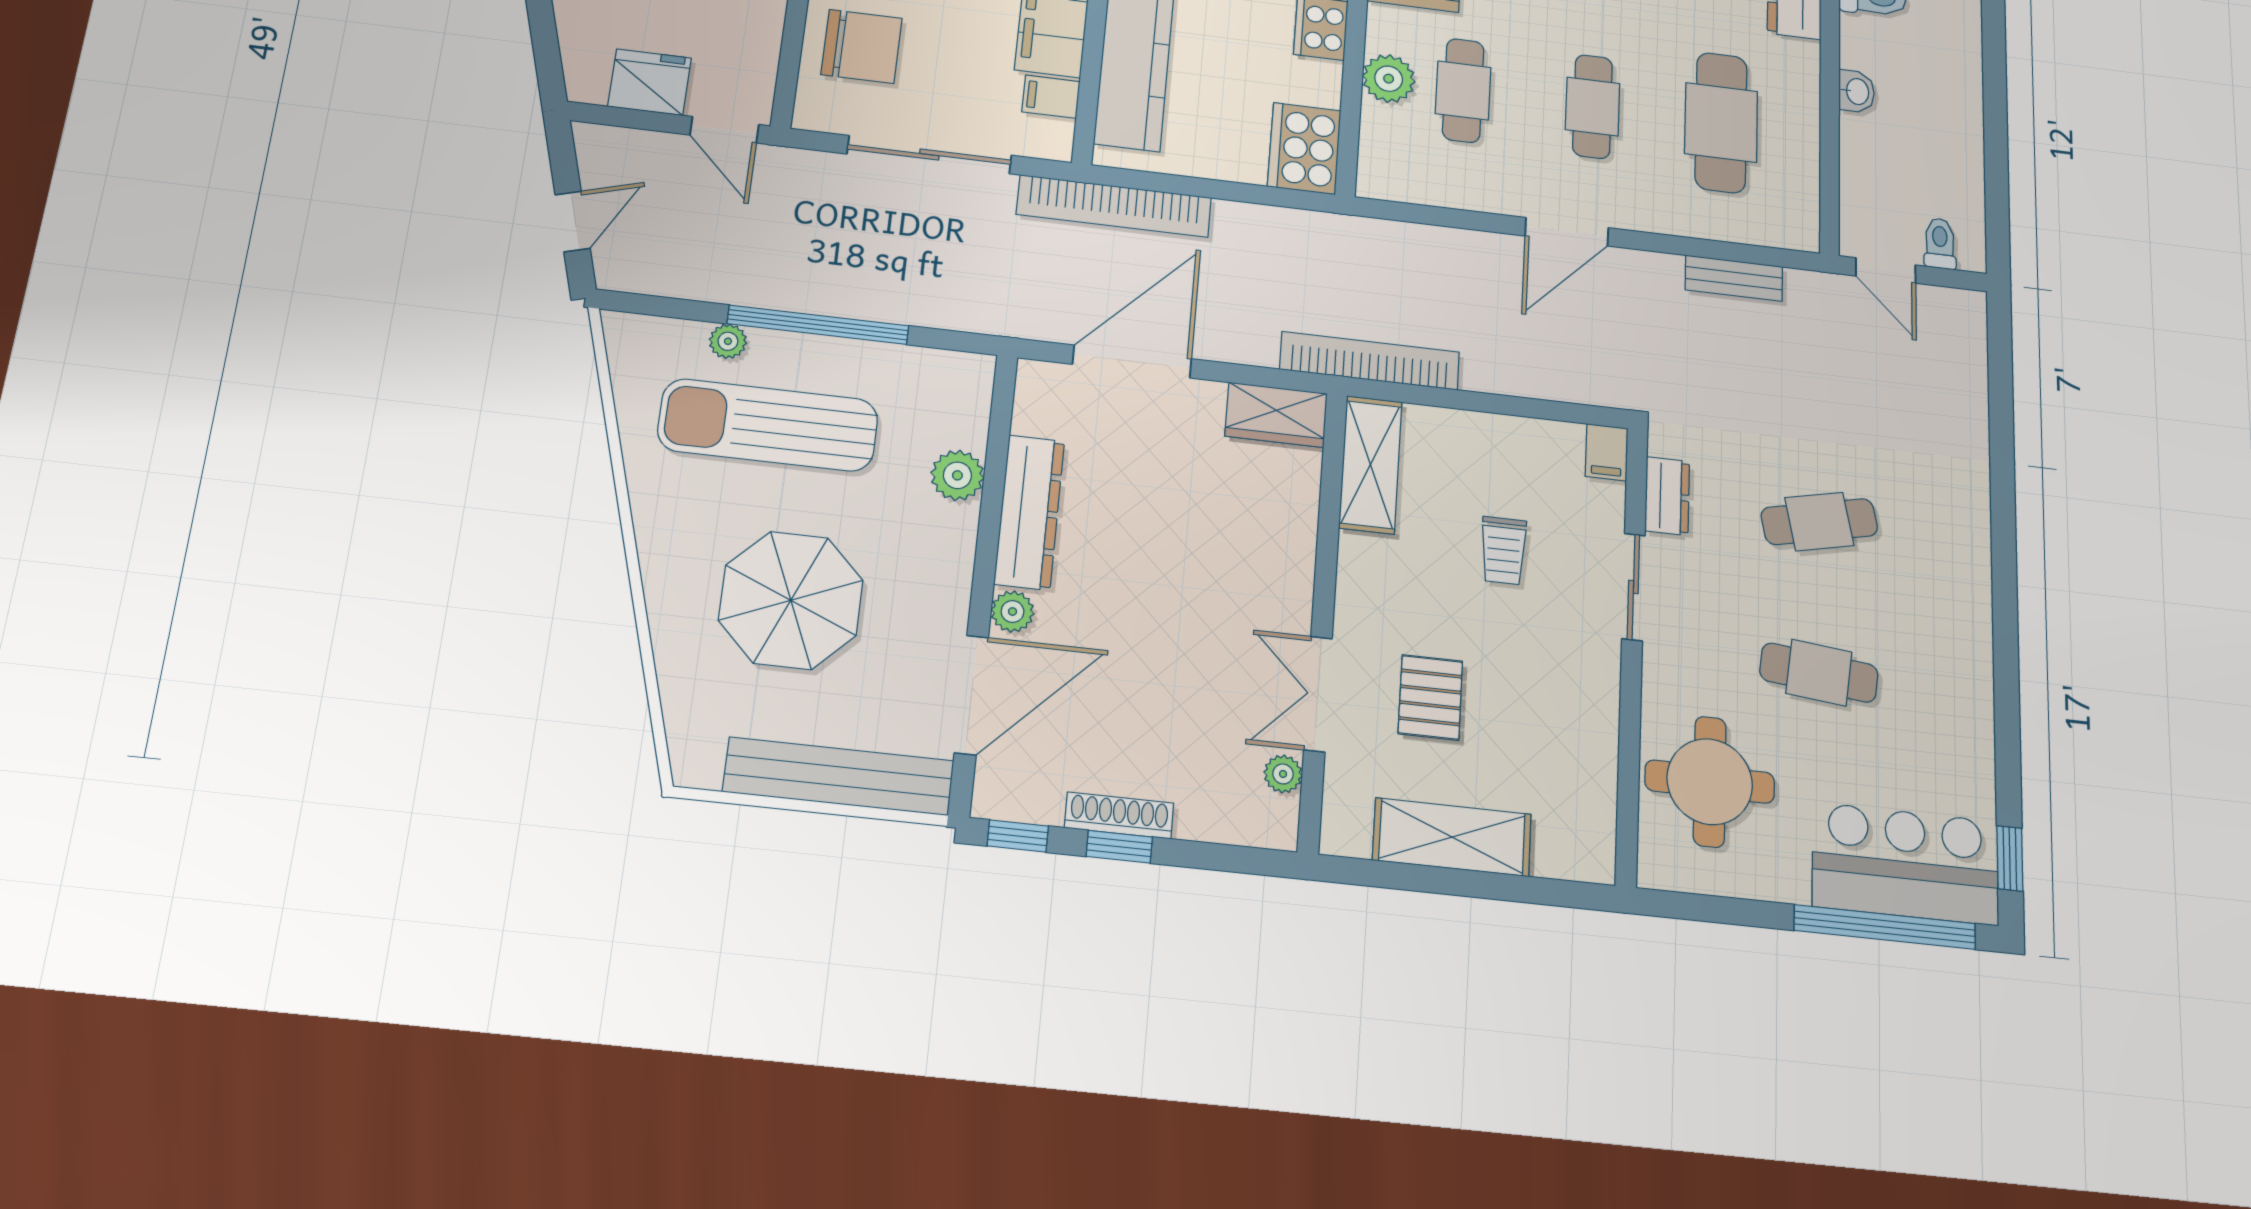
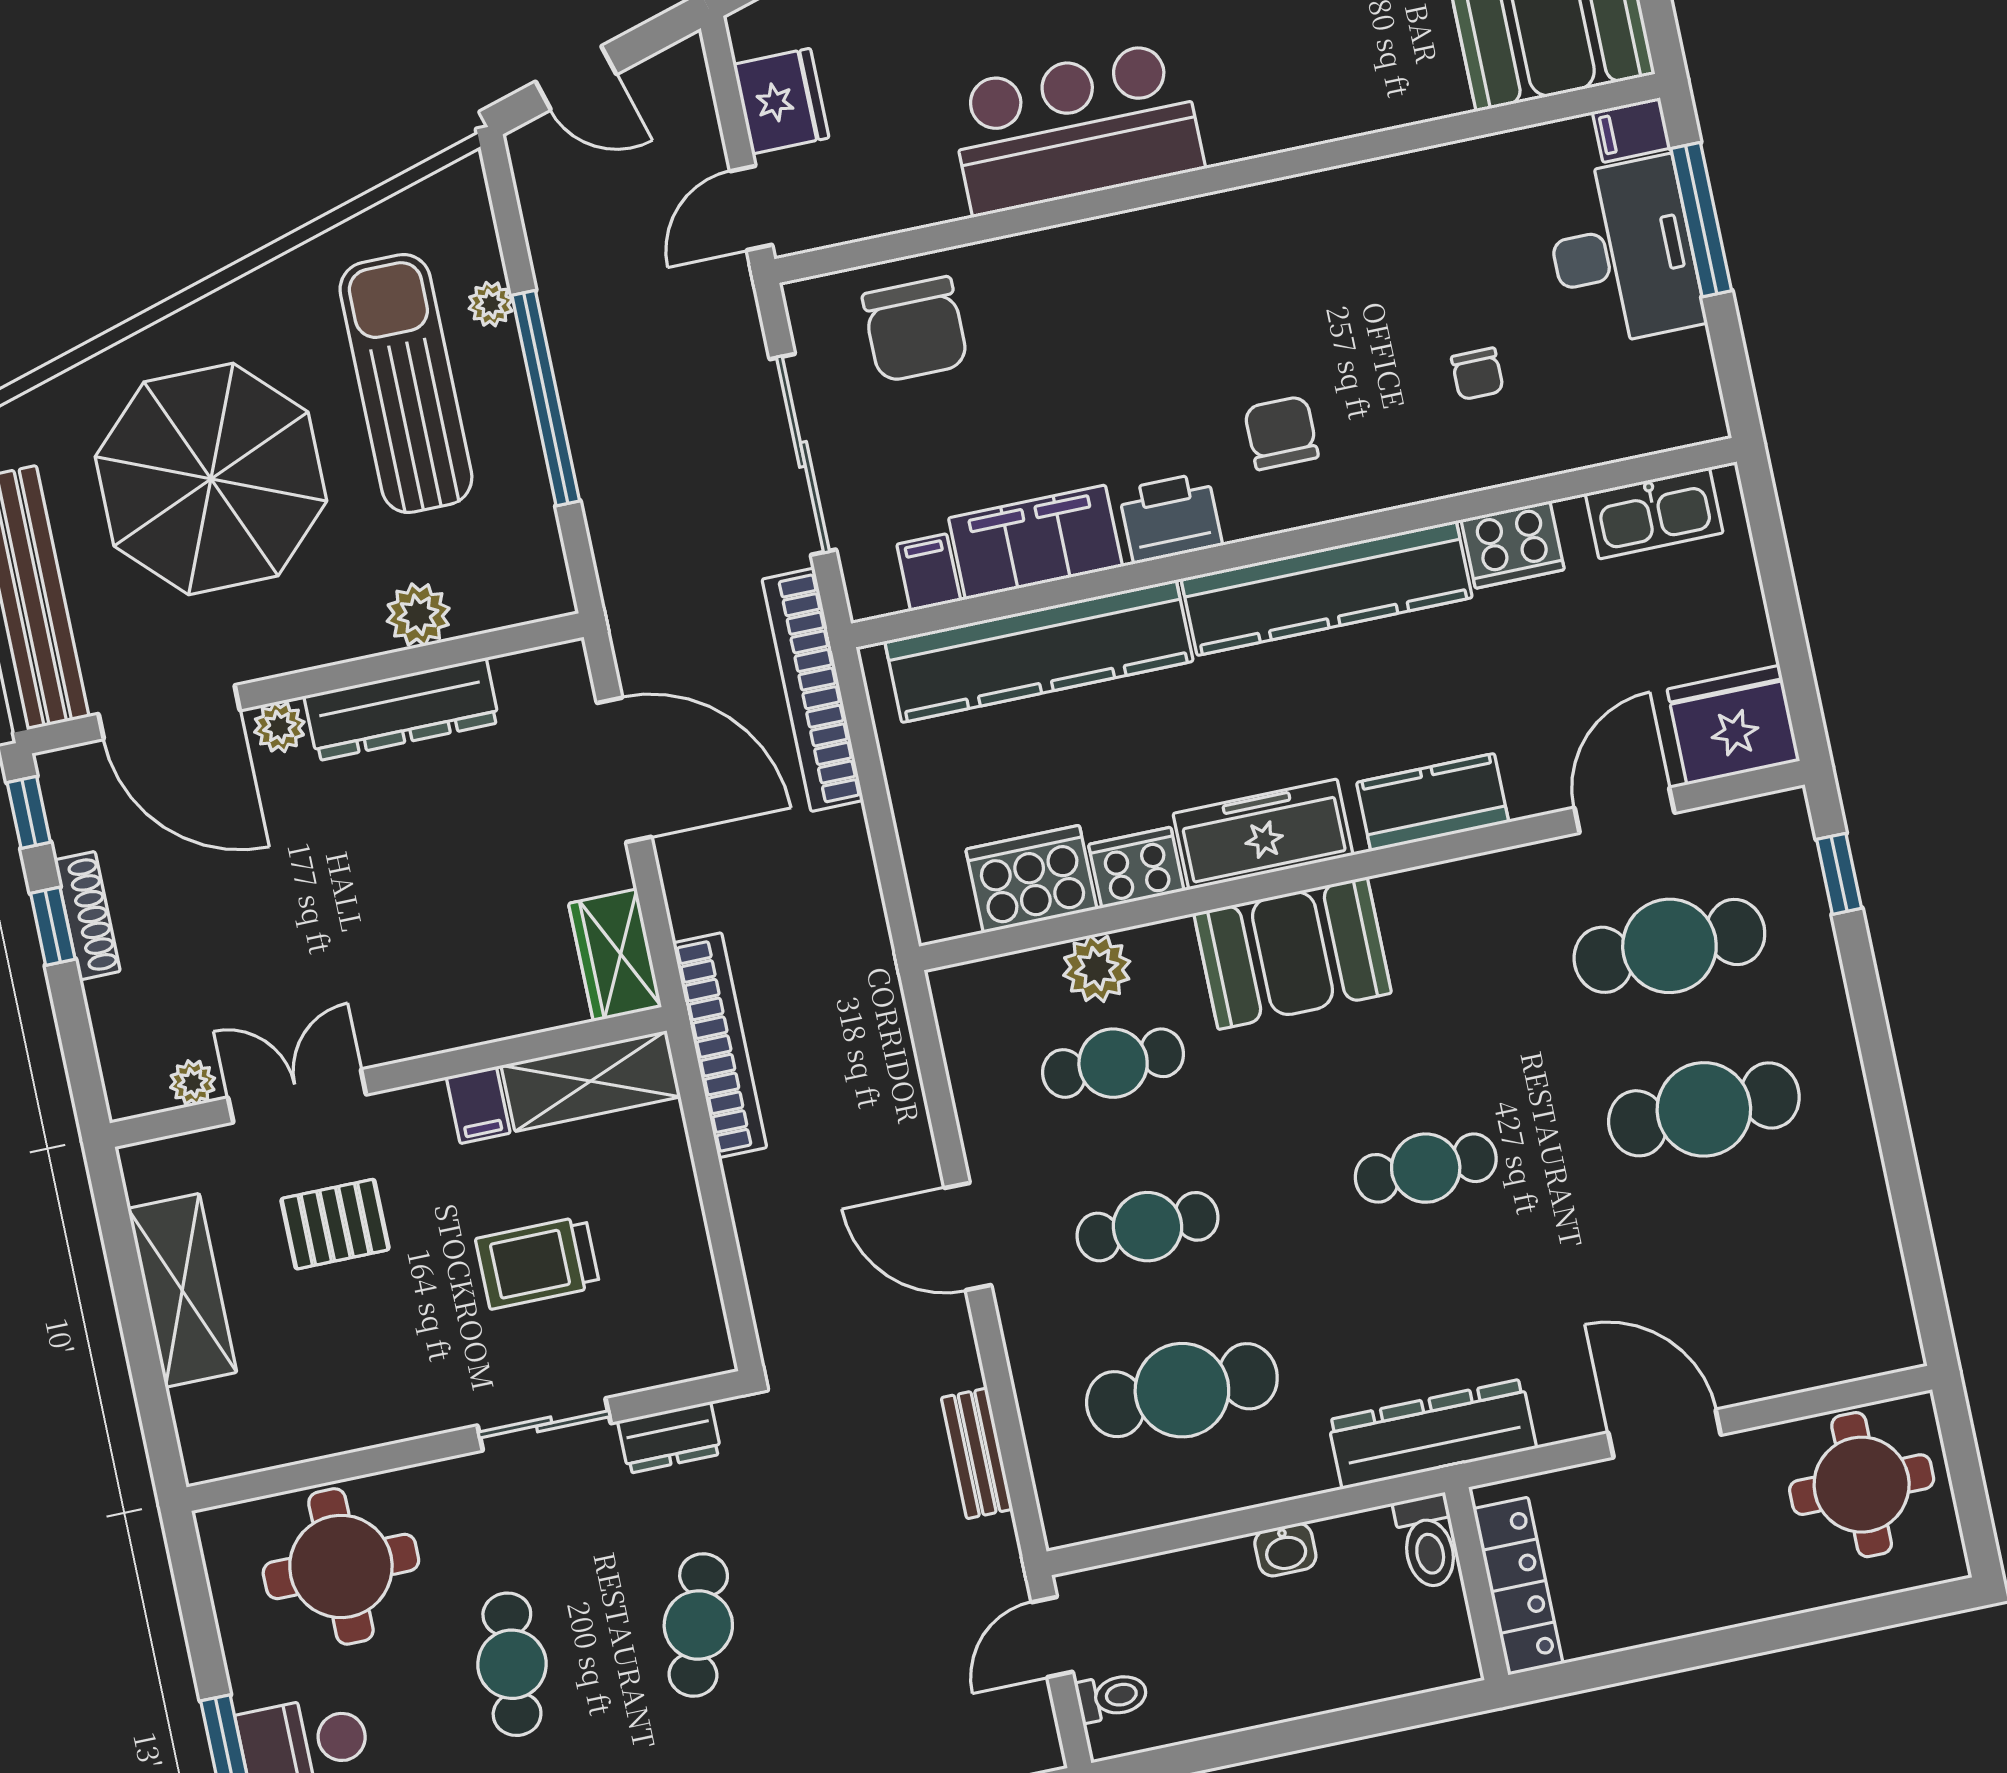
cooker: (1304, 149) -> (1031, 879), moved
filing cabinet: (1607, 452) -> (478, 1105), moved, turned -90
cafe table: (1819, 522) -> (698, 1625), turned 30
trolley: (1503, 551) -> (538, 1263), width x1.36, depth x1.39
parasol: (791, 600) -> (211, 479), width x1.36, depth x1.36

